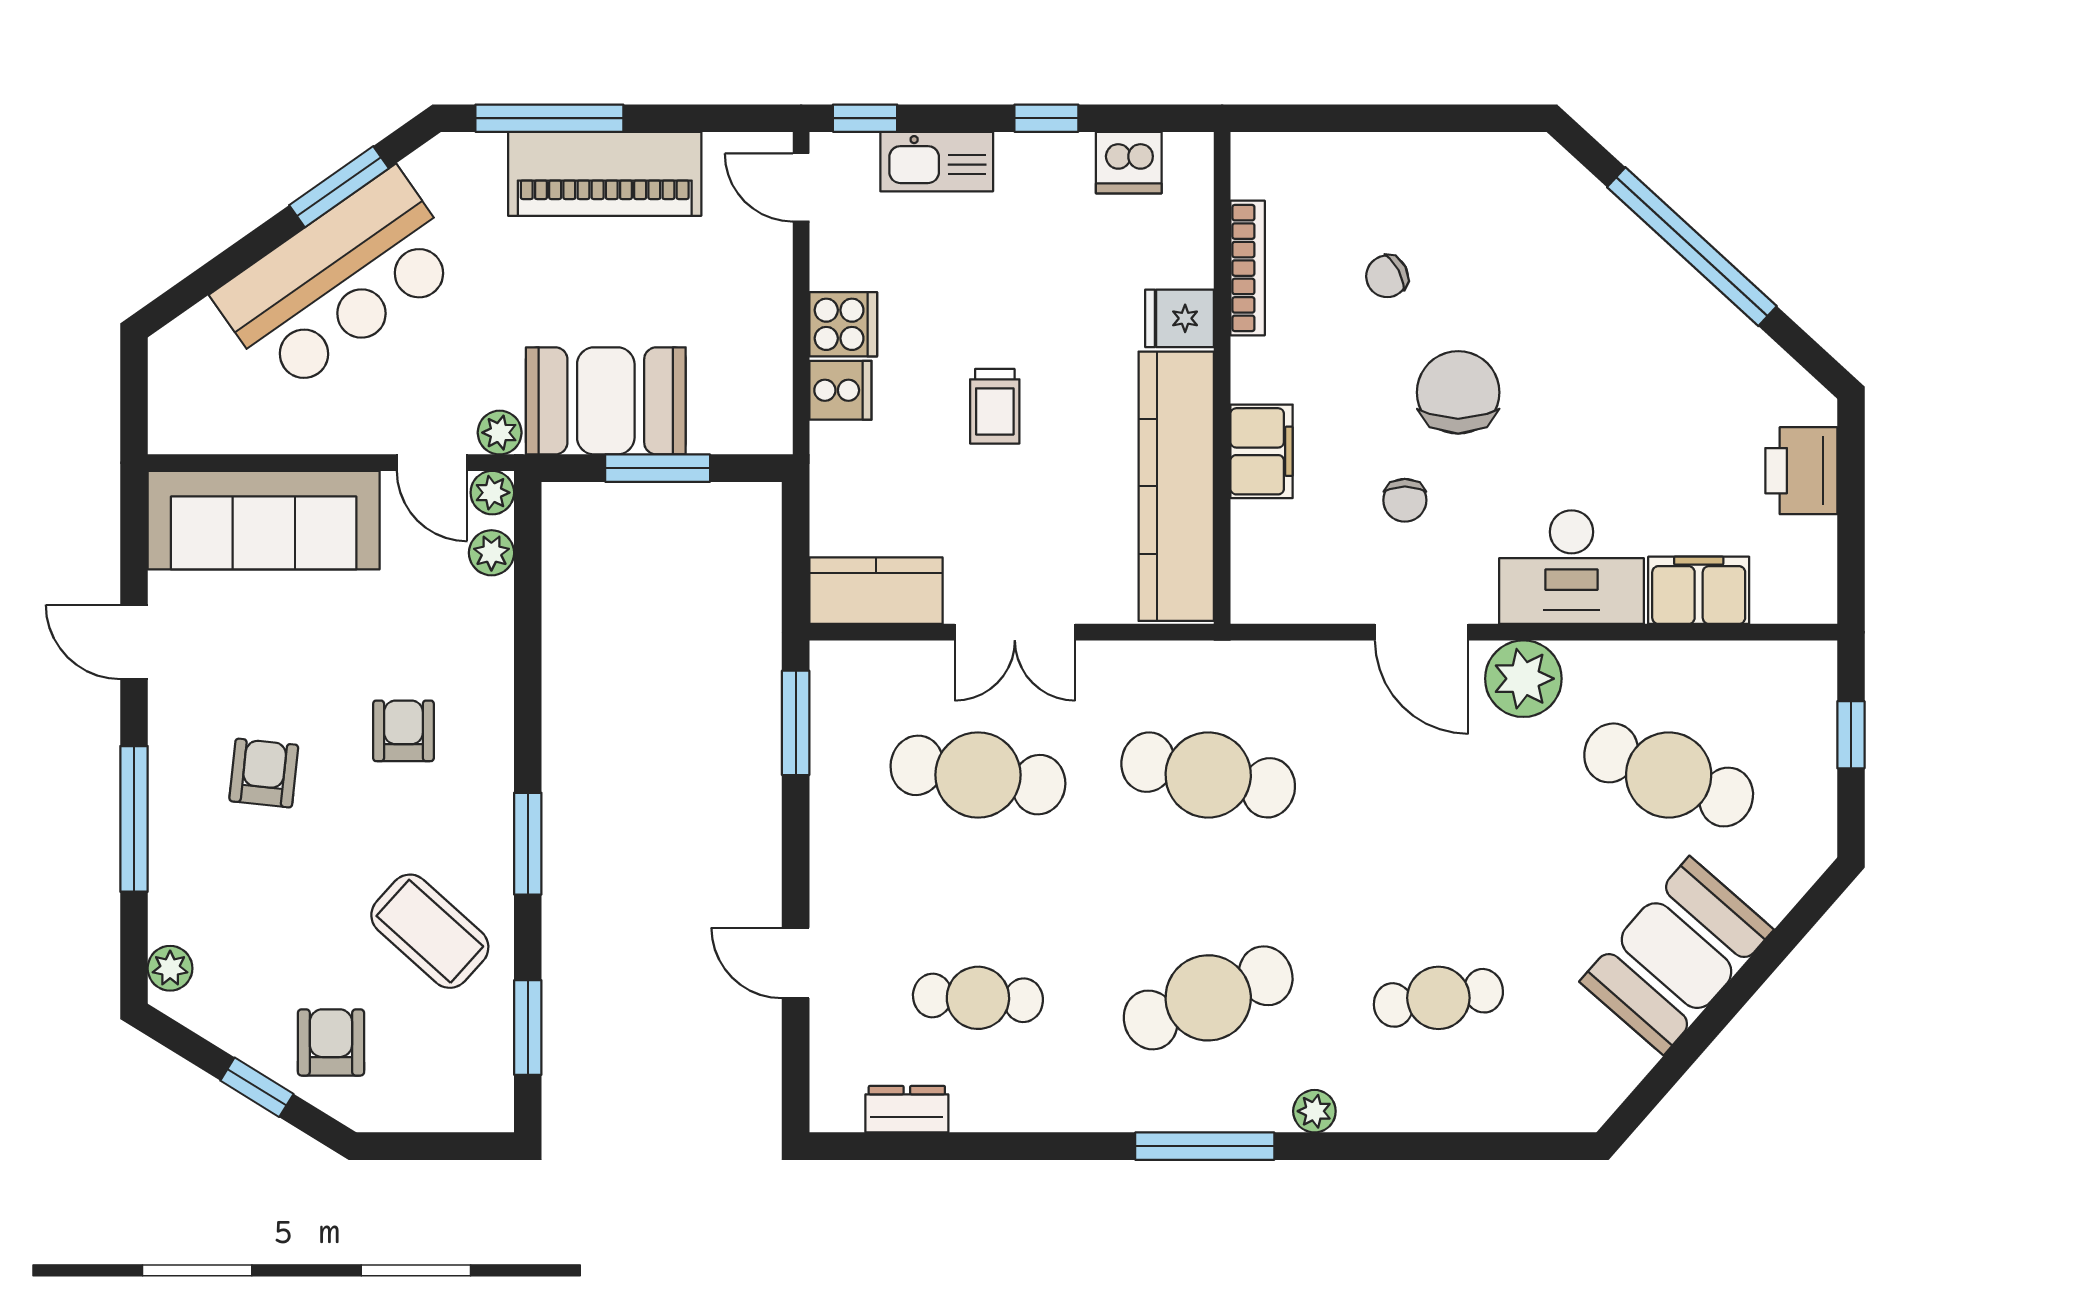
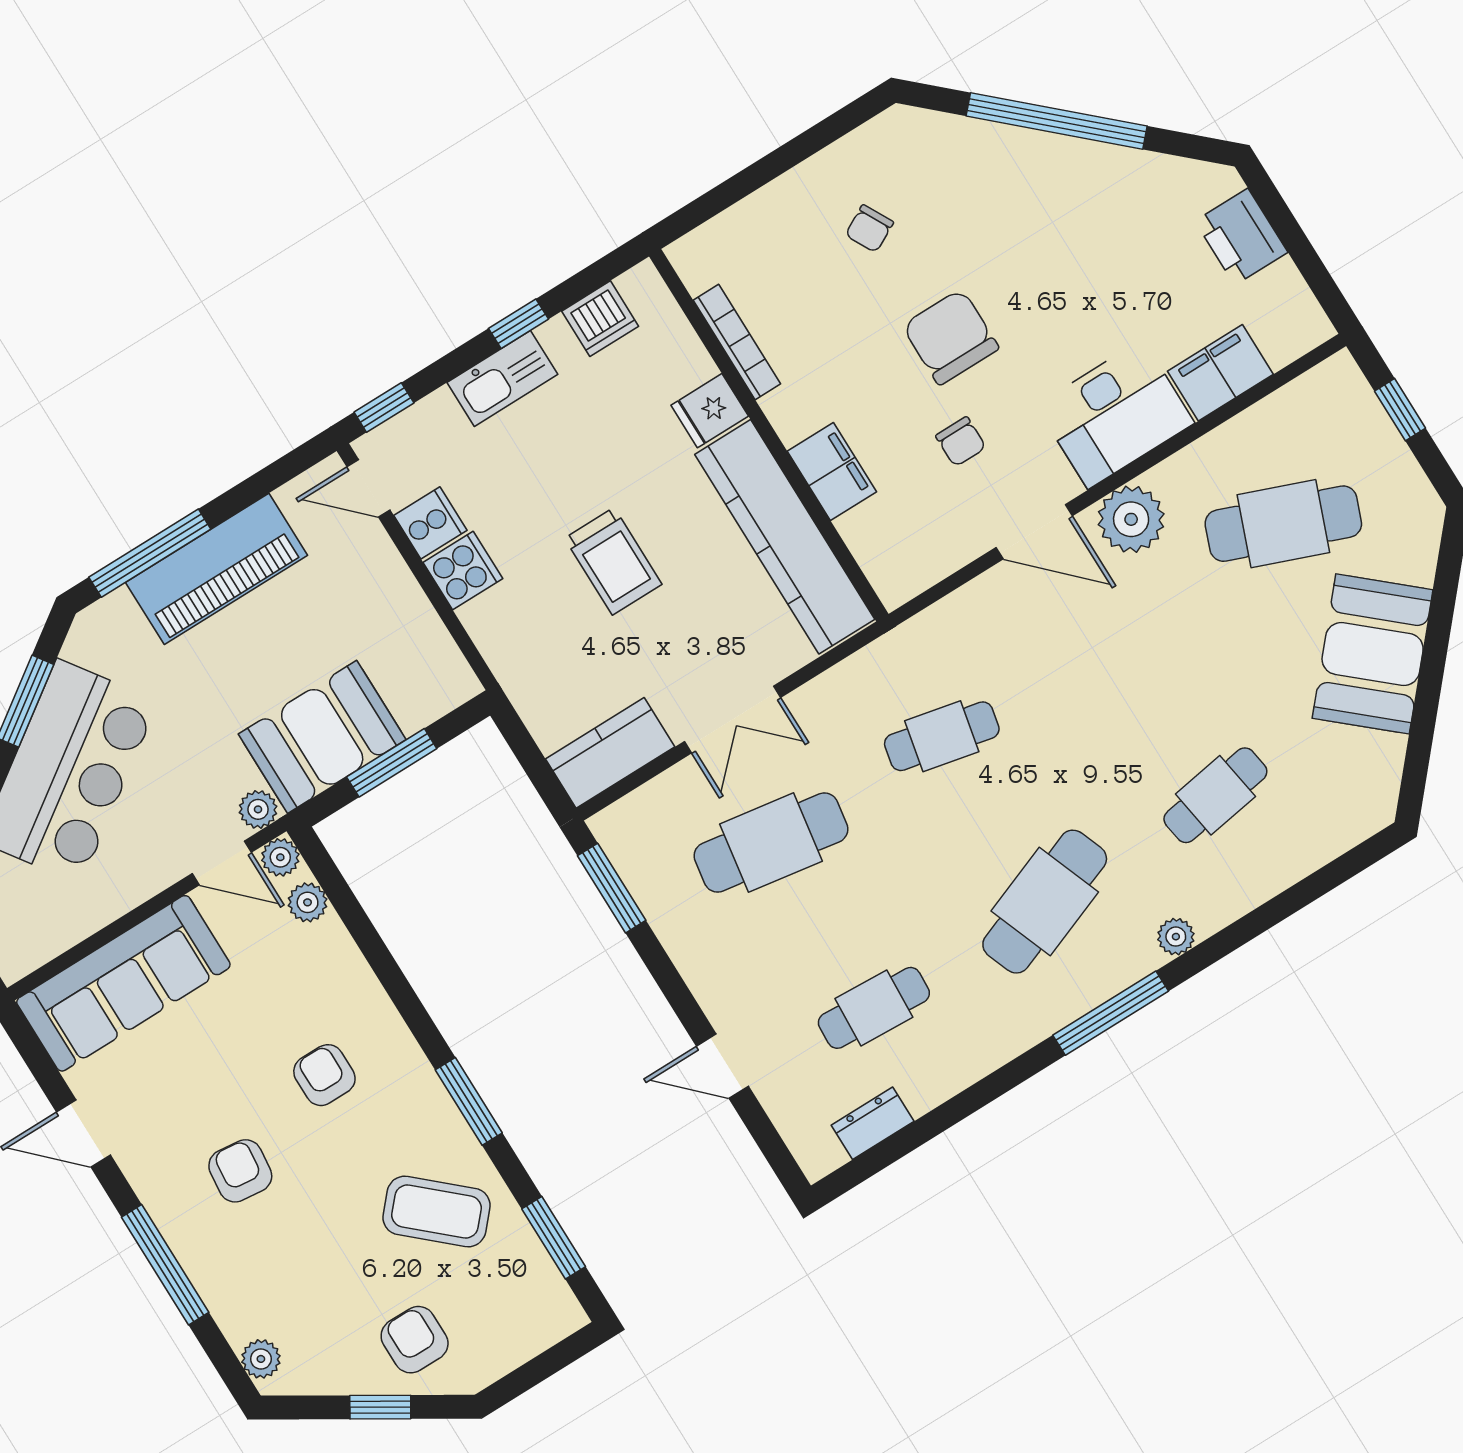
kitchen sink: (937, 162) -> (502, 378), moved
chair: (1387, 276) -> (869, 229), moved
cooker: (840, 390) -> (430, 523), moved
trolley: (995, 406) -> (613, 561), width x1.36, depth x1.39
cafe table: (1208, 775) -> (942, 736), width x0.73, depth x0.74

